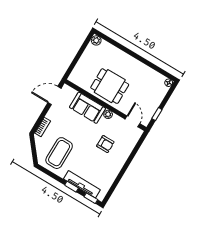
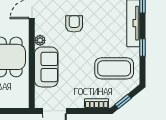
window: (33, 146) -> (123, 101), added
window: (72, 187) -> (143, 47), moved

